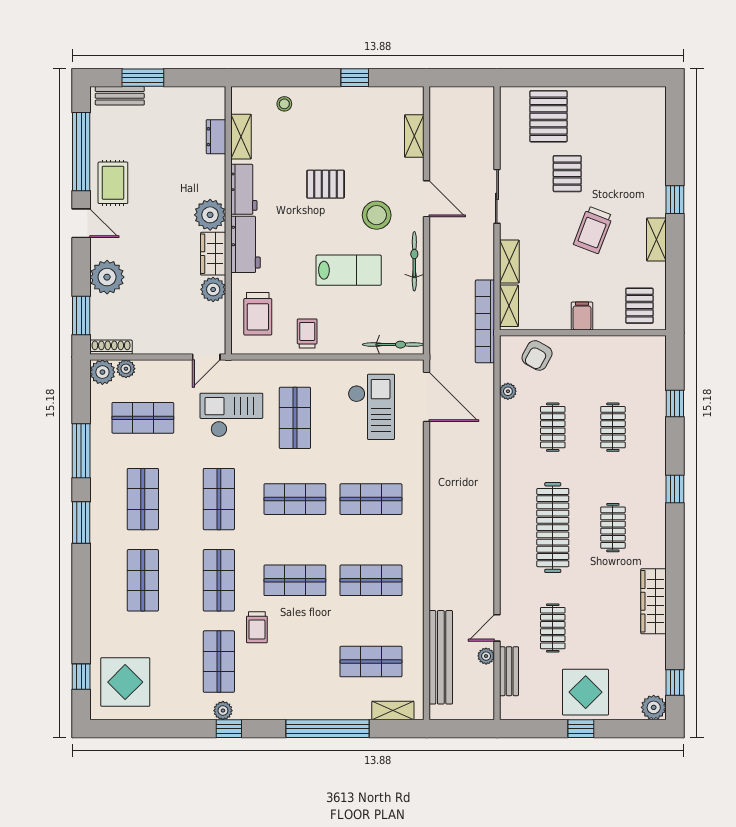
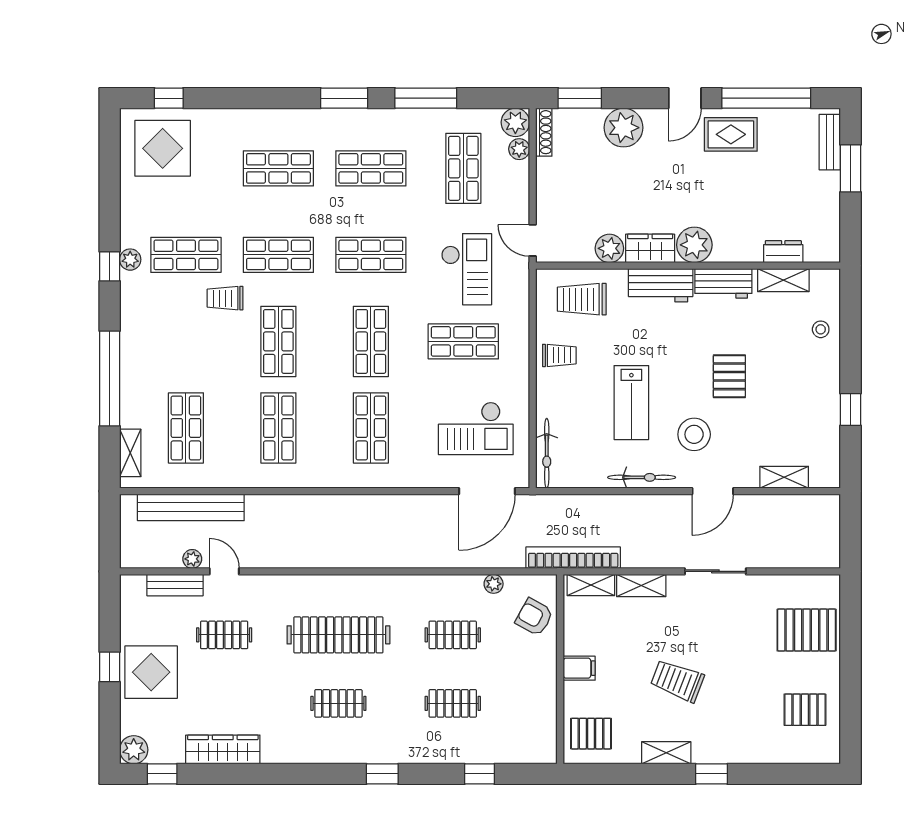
pallet: (567, 174) -> (805, 710), moved
wardrobe: (653, 601) -> (223, 749), moved

